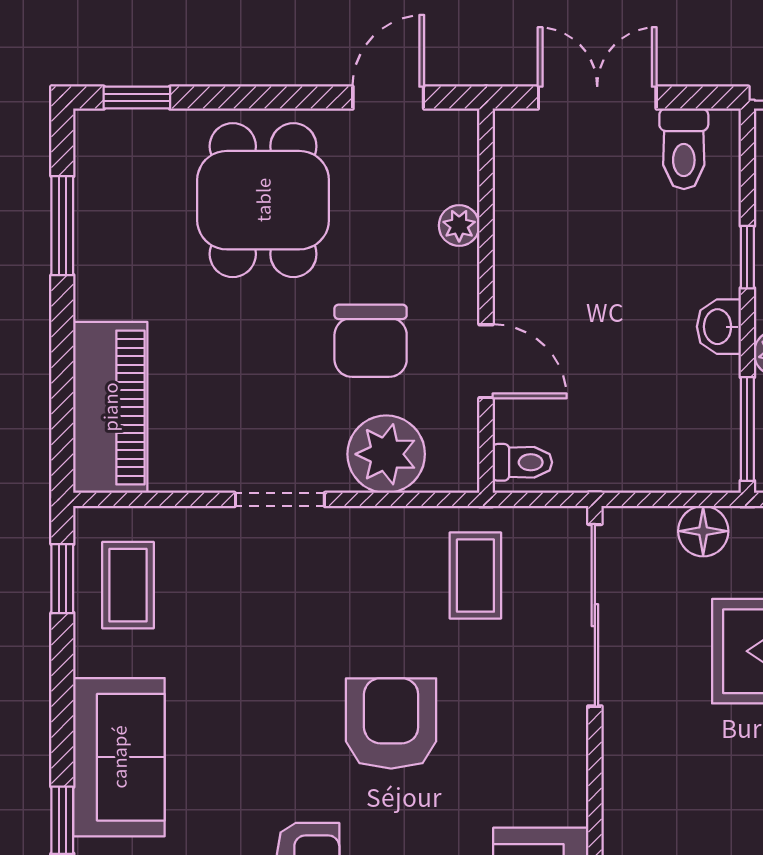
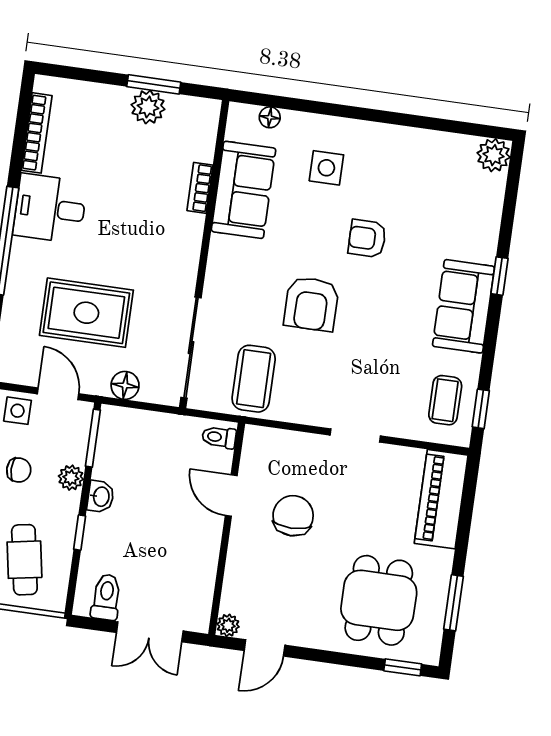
dining table: (263, 200) -> (379, 600), moved
plant: (459, 226) -> (228, 625), moved
plant: (386, 454) -> (293, 452), removed
coffee table: (475, 576) -> (254, 379), width x1.36, depth x1.30

